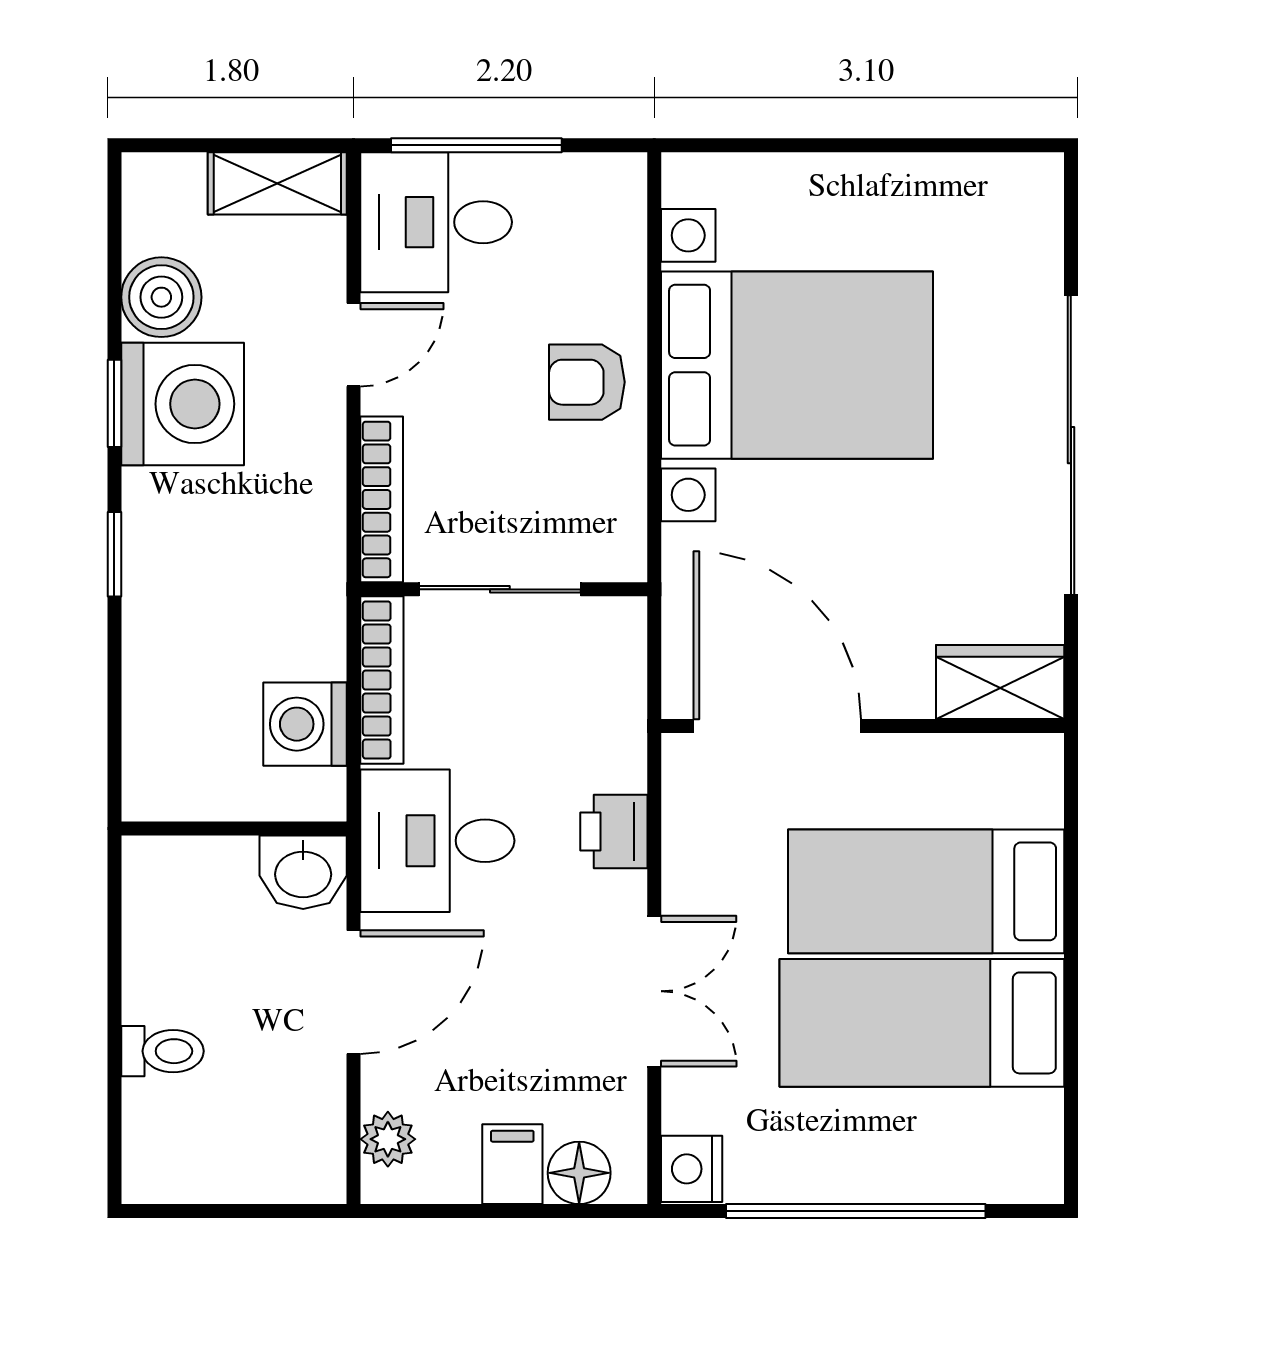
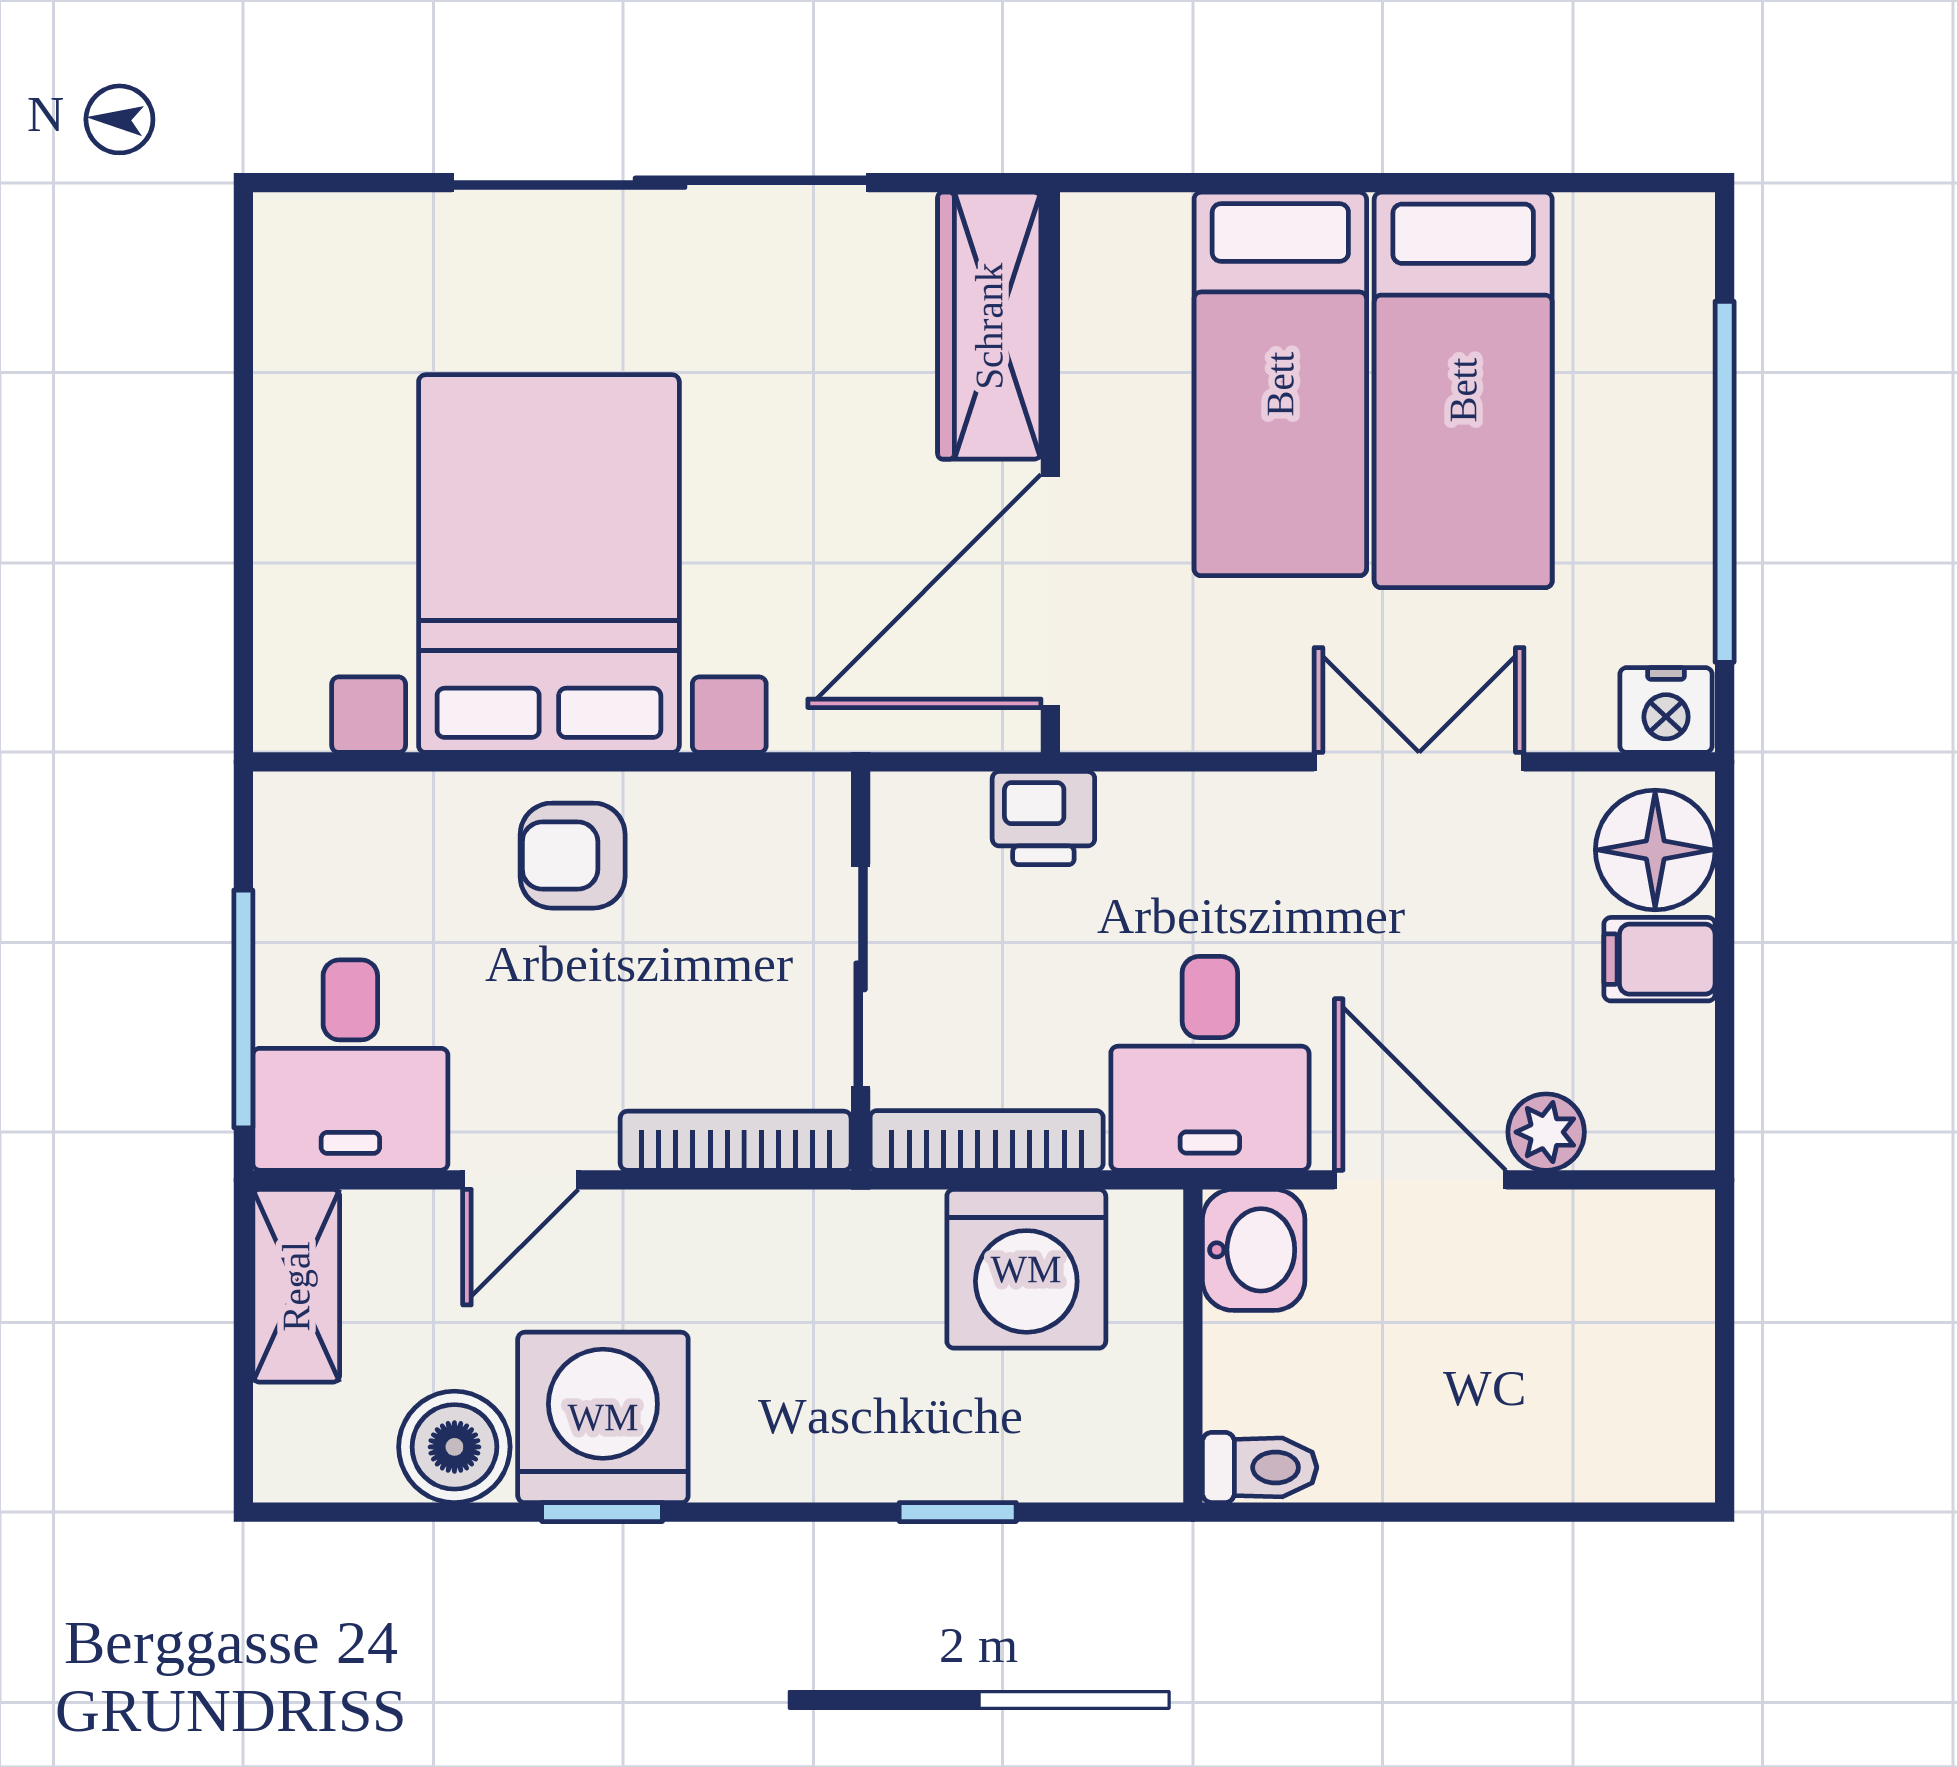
door: (354, 345) -> (521, 1180), swing flipped
armchair: (587, 382) -> (573, 856), turned 90
window: (114, 554) -> (958, 1512), moved
wardrobe: (1000, 682) -> (989, 326), width x1.50
washing machine: (305, 724) -> (1026, 1269), width x1.37, depth x1.37
printer: (614, 832) -> (1043, 818), moved
toilet: (162, 1051) -> (1260, 1467), moved, turned 90
plant: (388, 1139) -> (1546, 1132), moved
floor lamp: (579, 1173) -> (1655, 850), width x1.38, depth x1.38

